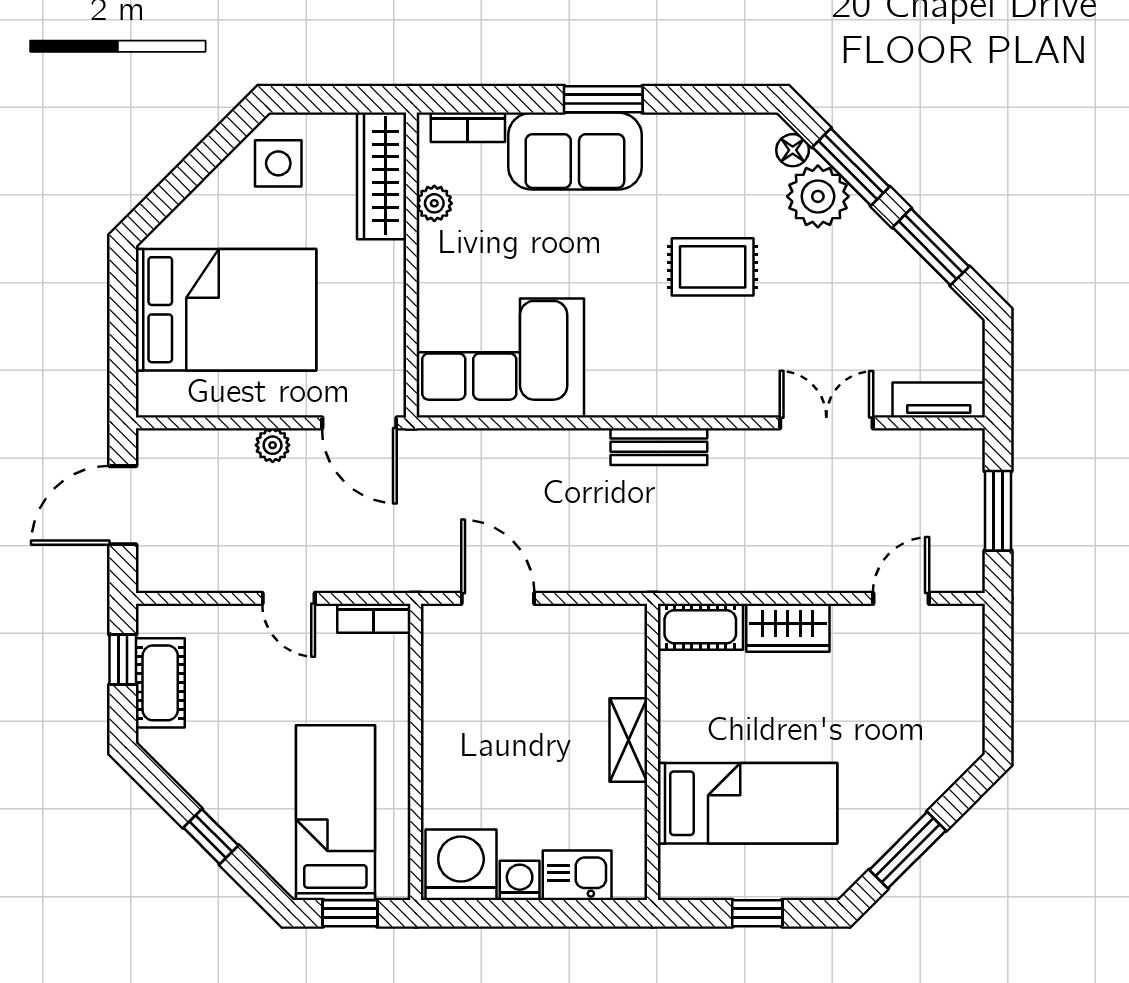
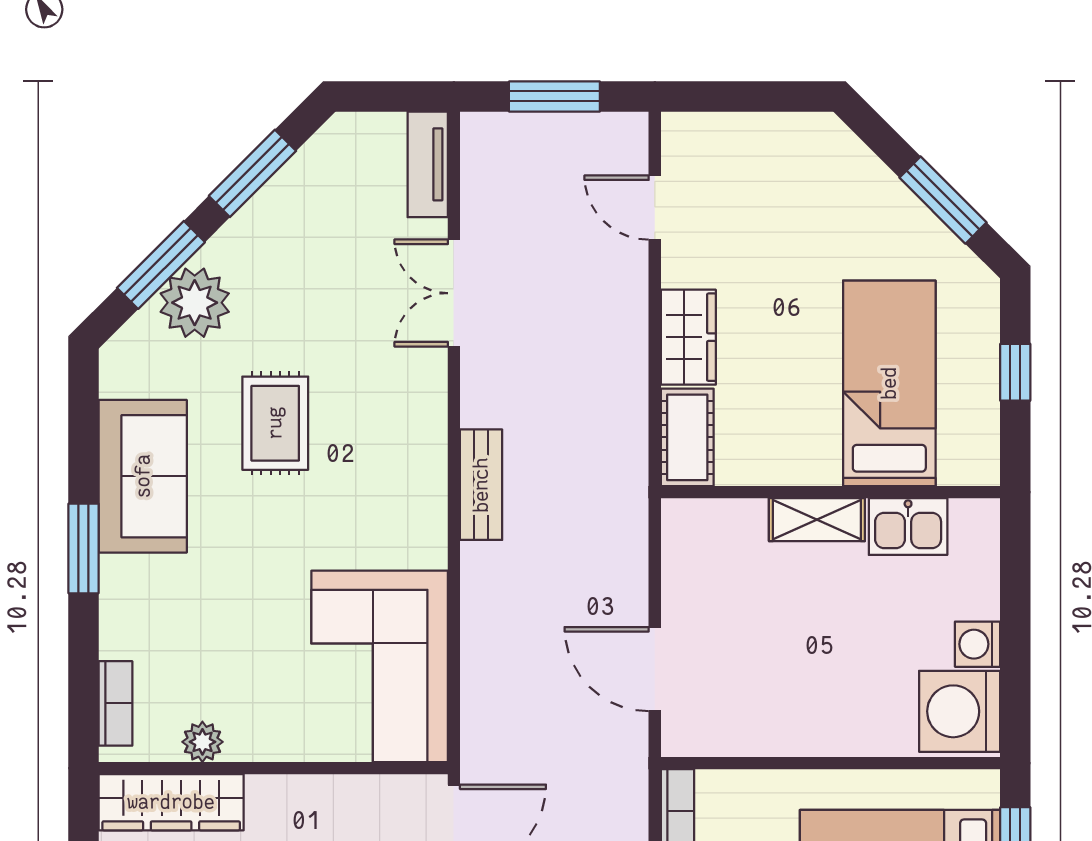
floor lamp: (793, 150) -> (142, 332), removed
sofa: (575, 151) -> (143, 476), moved
door: (498, 598) -> (655, 669), hinge flipped
kitchen sink: (577, 875) -> (908, 527), moved, turned -90

